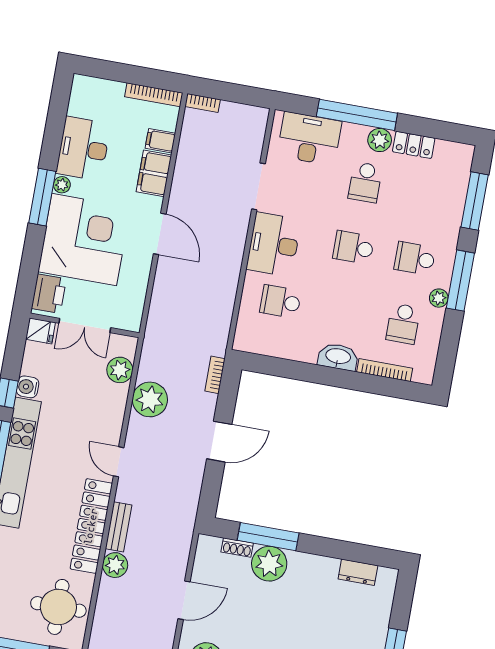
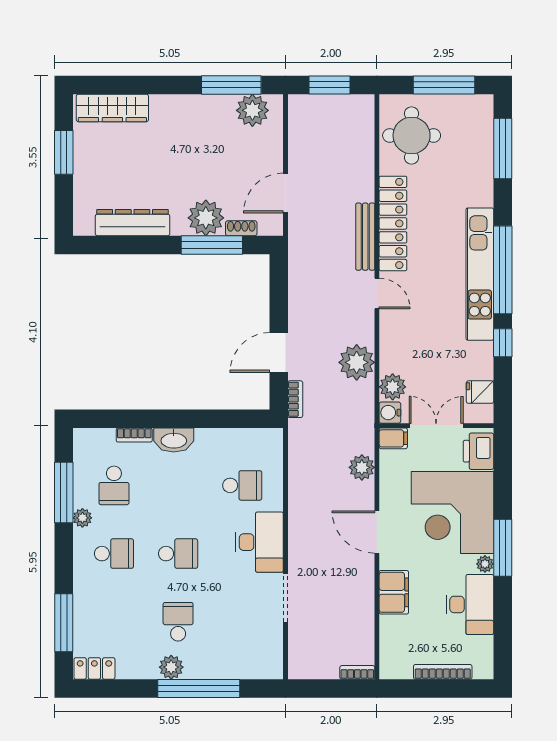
bookcase: (154, 95) -> (443, 672), moved
desk: (309, 139) -> (243, 656), removed
filing cabinet: (160, 141) -> (393, 438), moved
locker: (414, 145) -> (94, 668), moved
window: (460, 281) -> (64, 493), moved
school desk: (403, 324) -> (114, 485), turned 180
fridge: (41, 331) -> (480, 392), moved
bookcase: (385, 370) -> (134, 435), width x0.64
water cooler: (28, 387) -> (390, 413), moved, turned 180
door: (219, 442) -> (279, 352), moved
bench: (119, 527) -> (365, 237), width x1.36
plant: (115, 565) -> (362, 467), moved
dresser: (358, 572) -> (133, 223), width x1.96, depth x1.24
door: (184, 600) -> (286, 193), moved

